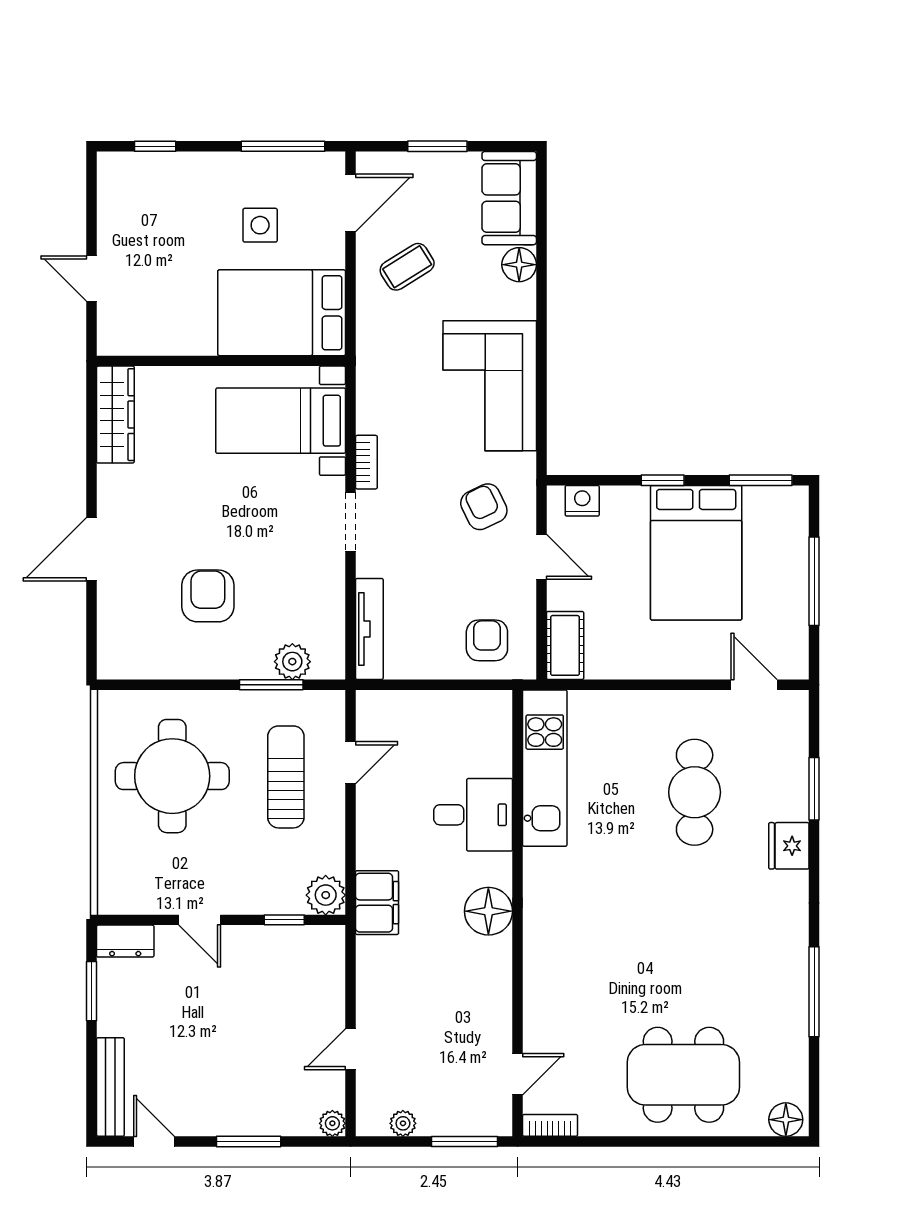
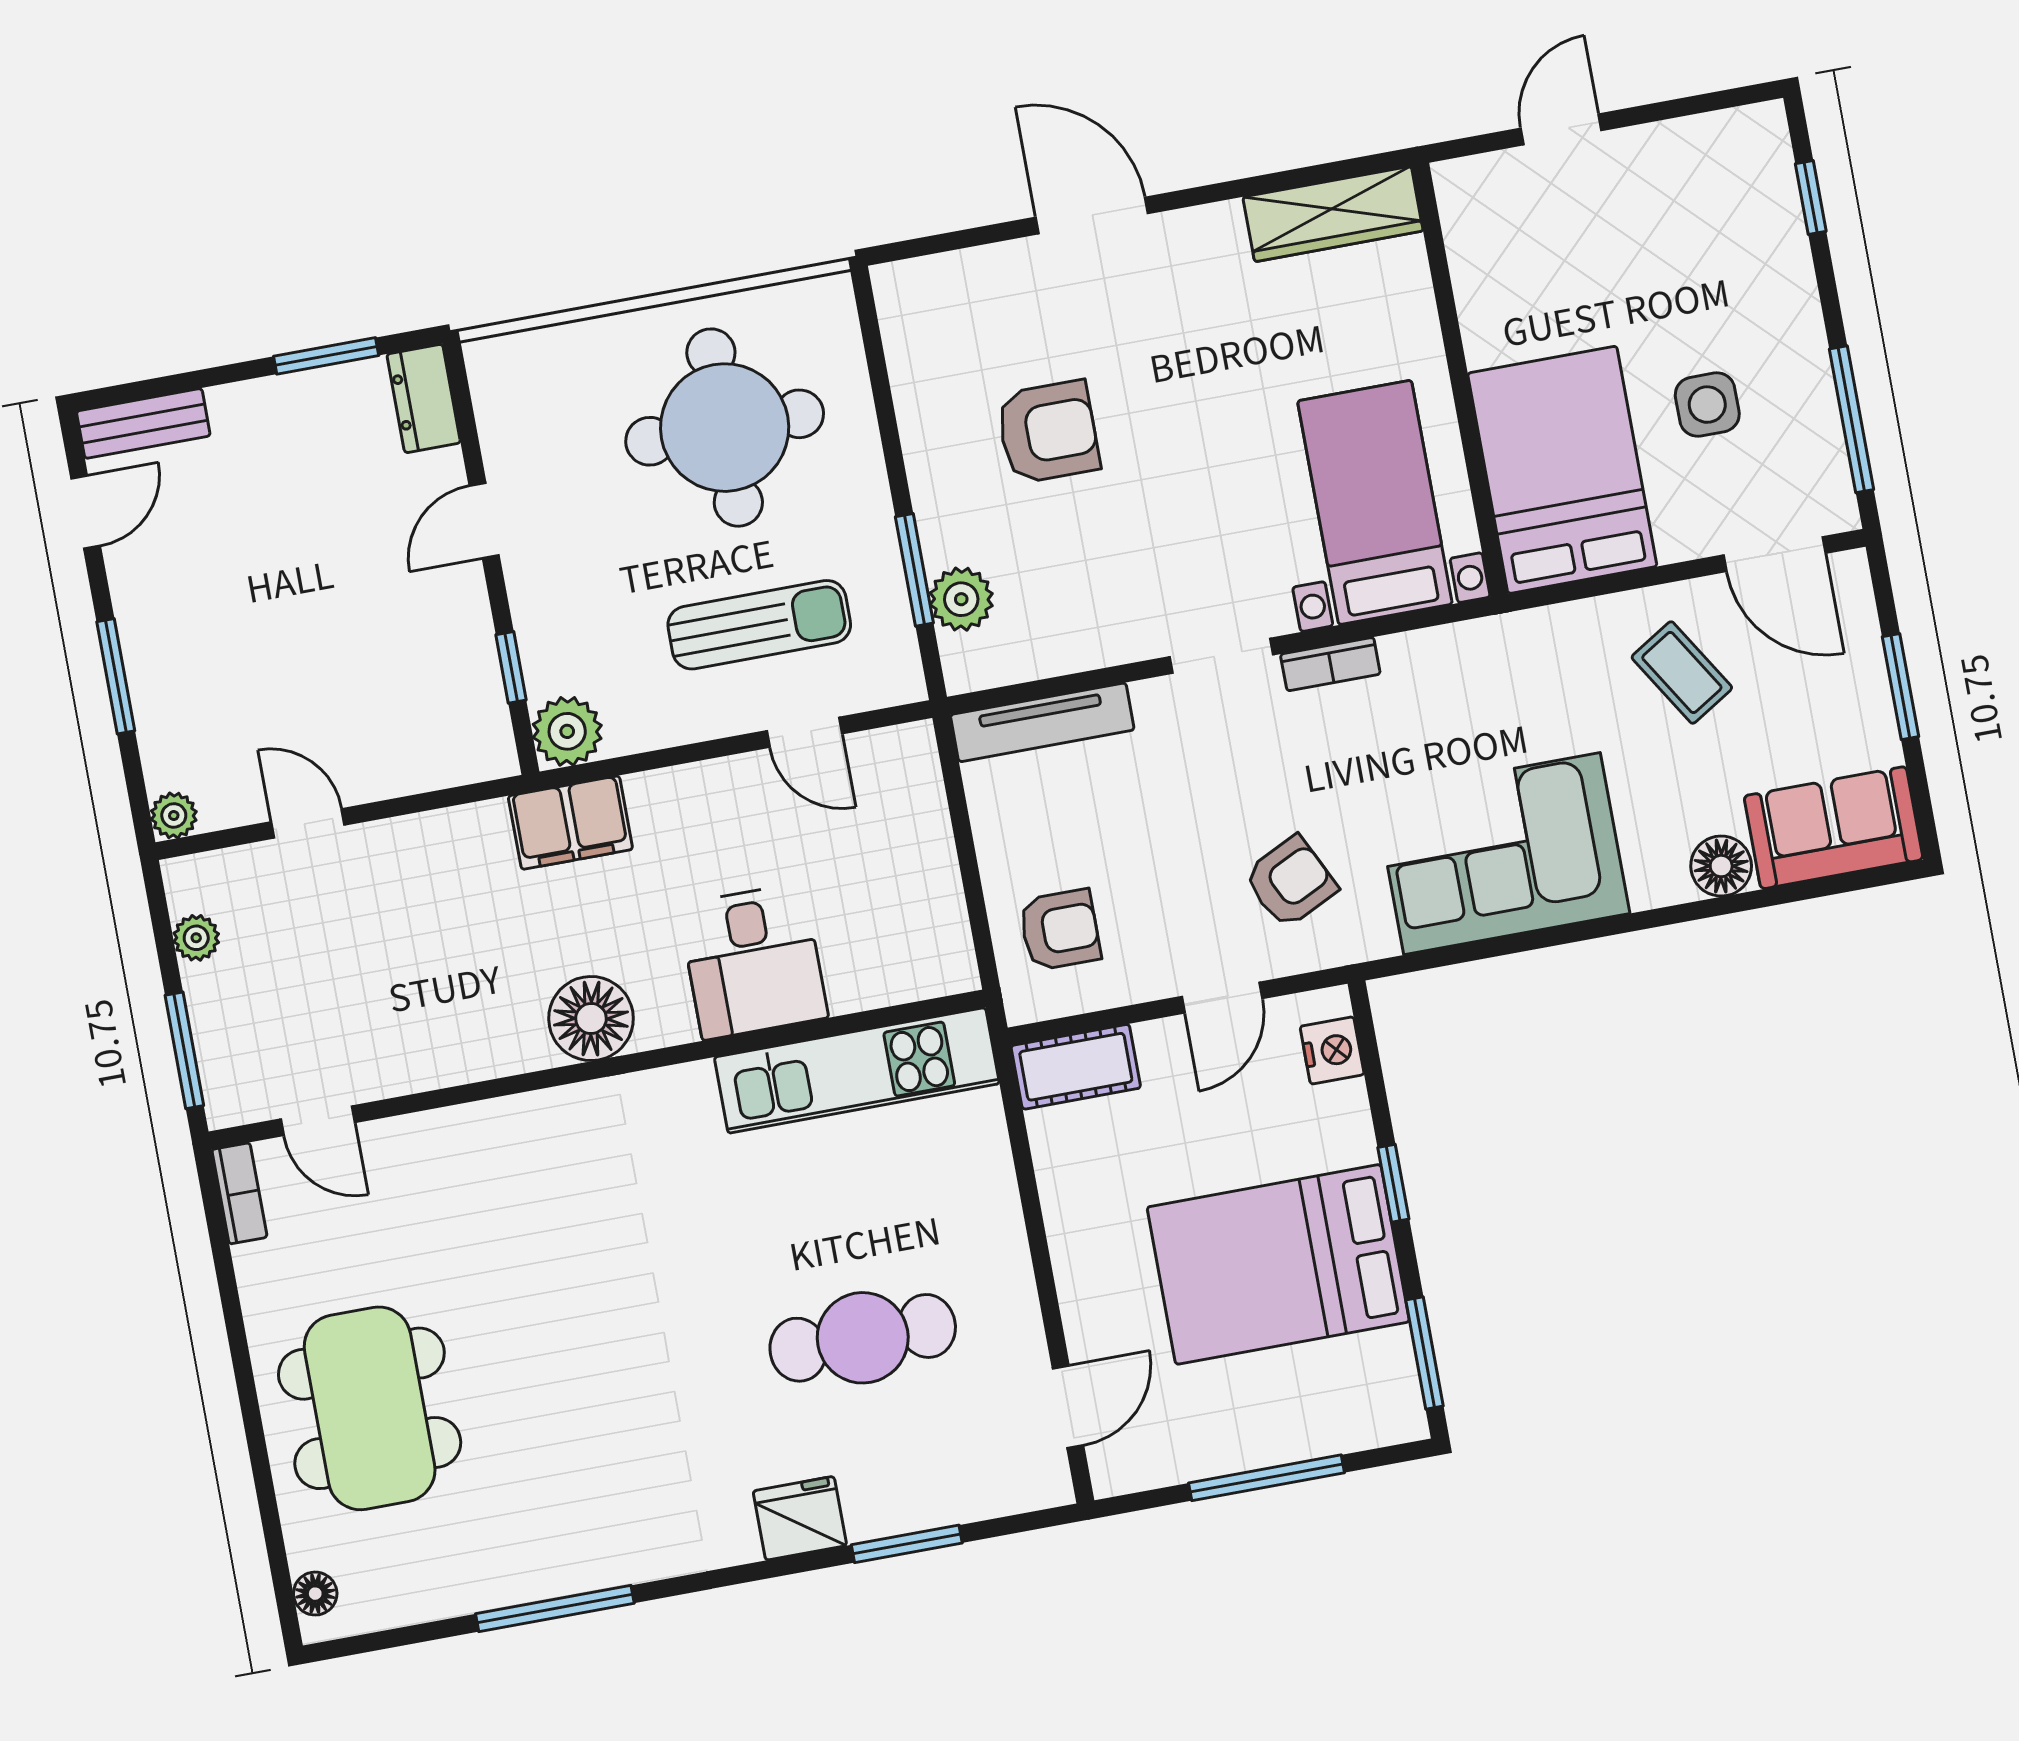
bench: (110, 1087) -> (143, 423), width x0.73
floor lamp: (786, 1120) -> (315, 1594), width x0.73, depth x0.73

